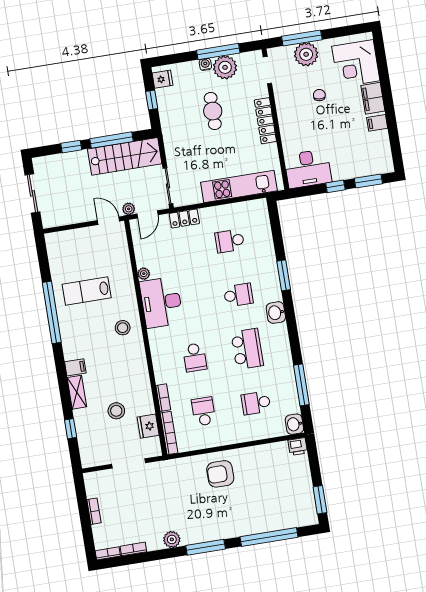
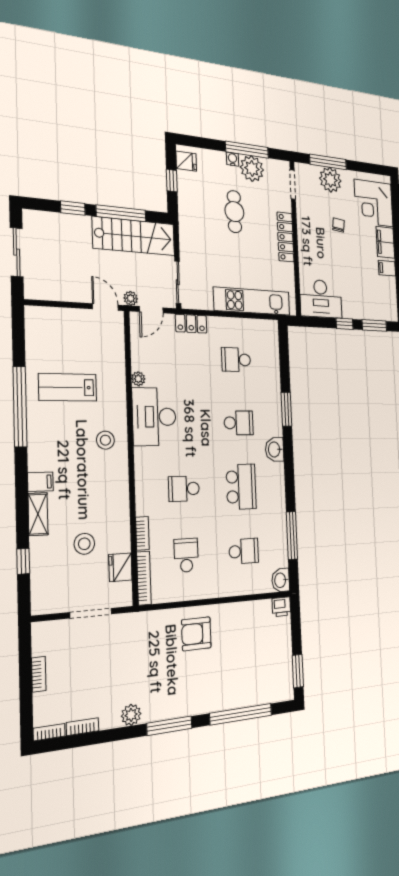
school desk: (195, 357) -> (184, 489), turned 90
school desk: (256, 403) -> (244, 551), turned 180

